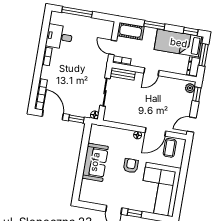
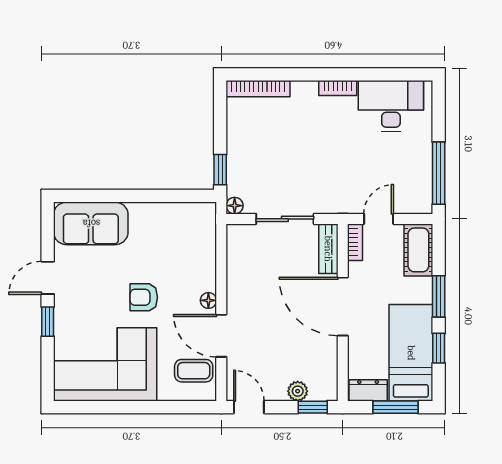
window: (77, 12) -> (439, 173), moved
window: (191, 31) -> (439, 348), moved
desk: (59, 37) -> (391, 106), width x1.37
door: (151, 72) -> (343, 307), width x1.88
plant: (190, 88) -> (298, 391), moved
door: (53, 115) -> (220, 120), removed
sofa: (95, 162) -> (91, 223), moved
armchair: (131, 166) -> (144, 297), turned 180

